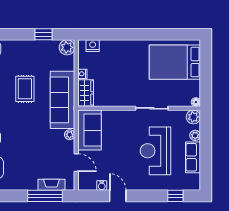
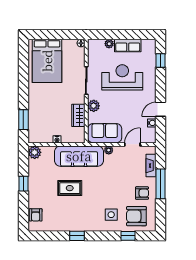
window: (44, 34) -> (23, 184), moved
window: (106, 34) -> (23, 120), added
nightstand: (93, 46) -> (33, 131), removed
wardrobe: (86, 93) -> (78, 115), moved, turned -90
plant: (193, 117) -> (94, 106), moved
reception desk: (155, 151) -> (122, 77), turned 180
armchair: (19, 174) -> (142, 193), added
window: (45, 196) -> (160, 184), moved

